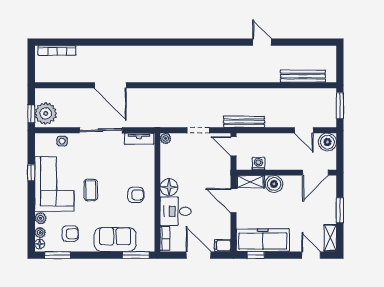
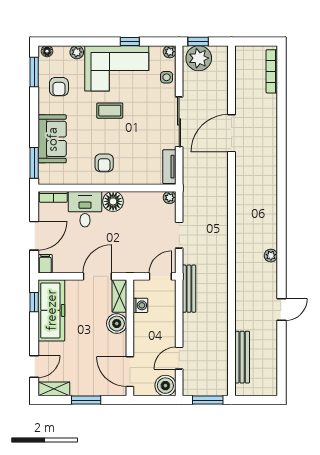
plant: (216, 51) -> (271, 256), added
plant: (40, 233) -> (170, 52), moved

